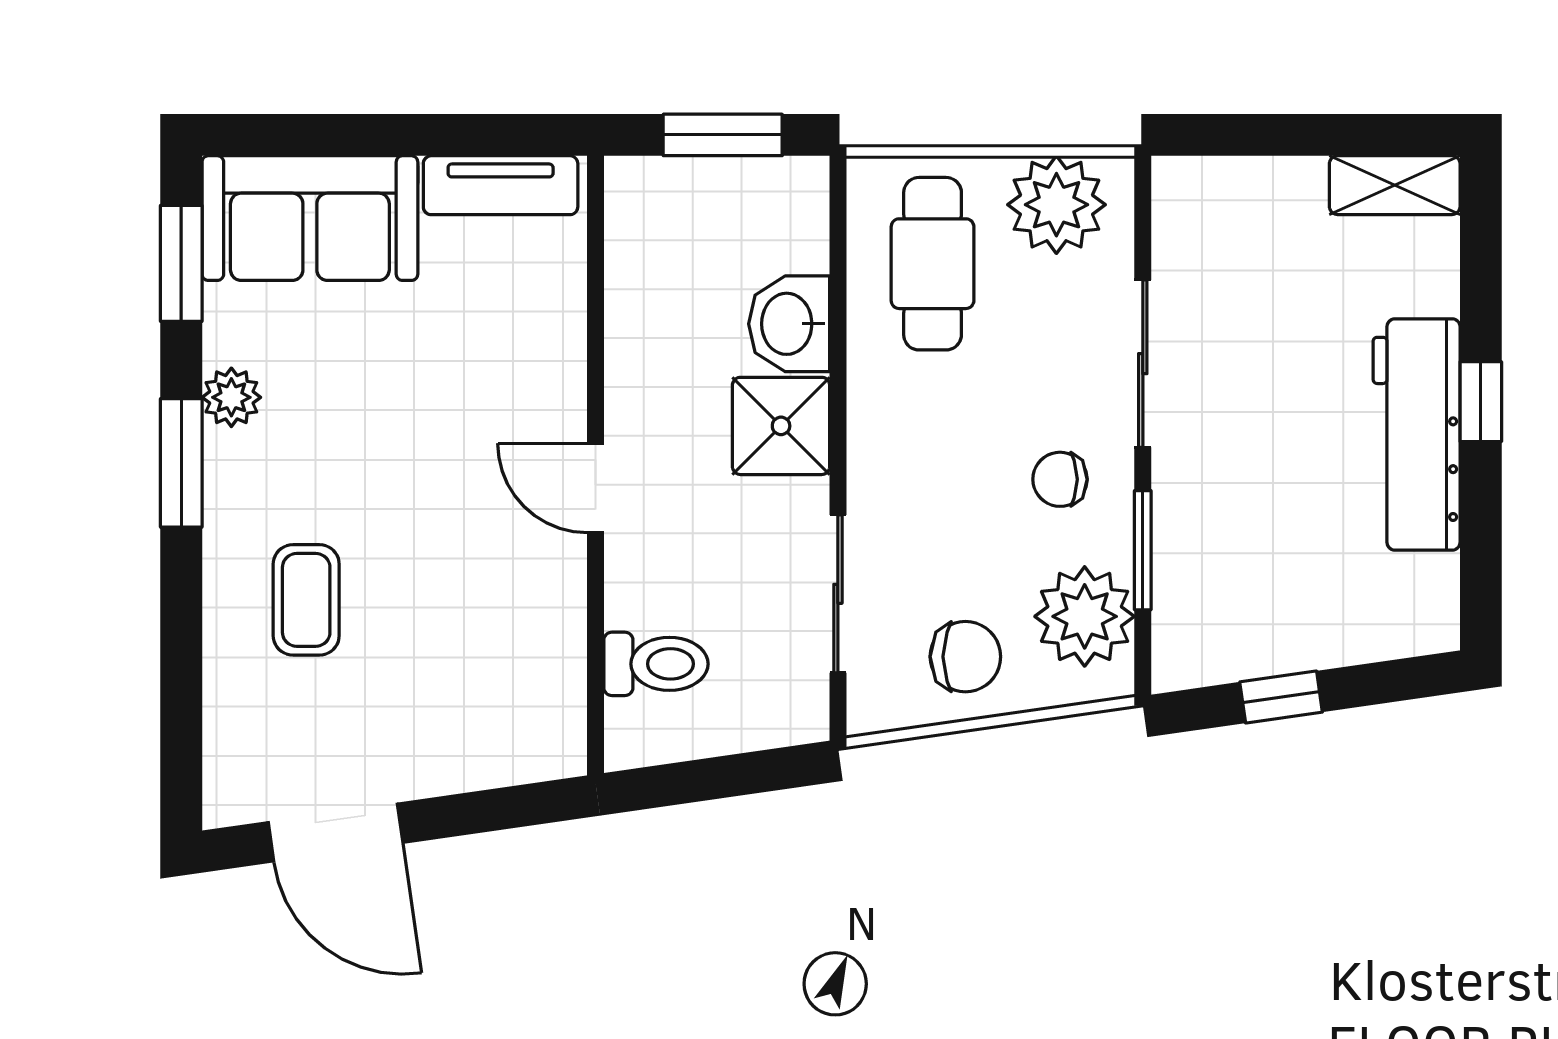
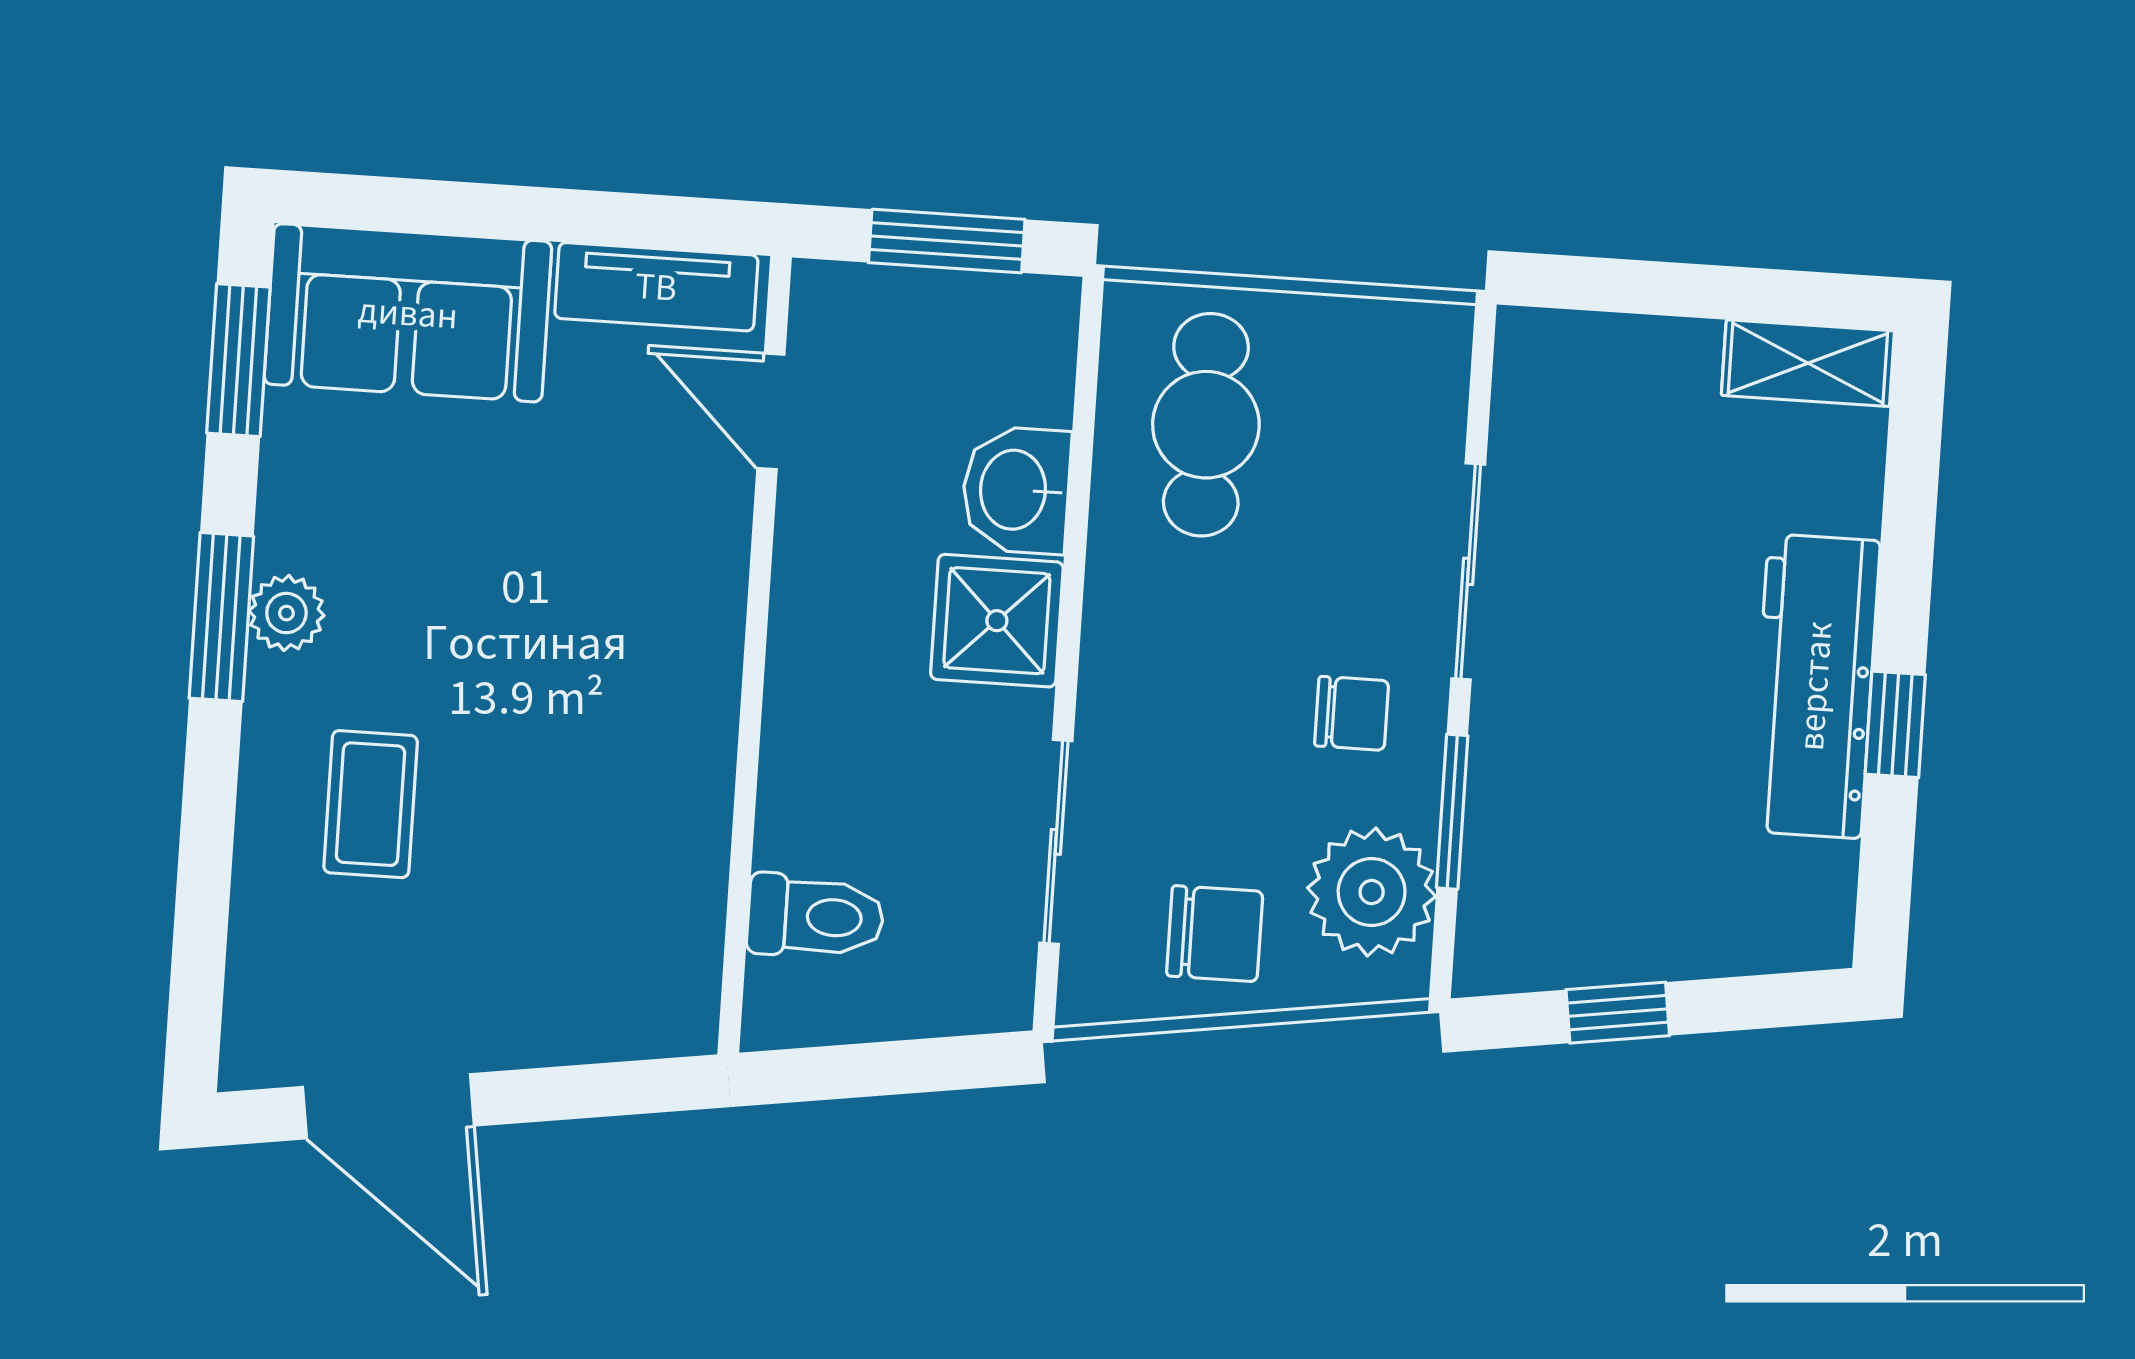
plant: (1056, 205) -> (1371, 359), removed
plant: (231, 397) -> (286, 613), moved
window: (1481, 402) -> (1895, 724), moved
chair: (1060, 479) -> (1352, 713), turned 180
door: (595, 488) -> (771, 411), moved

